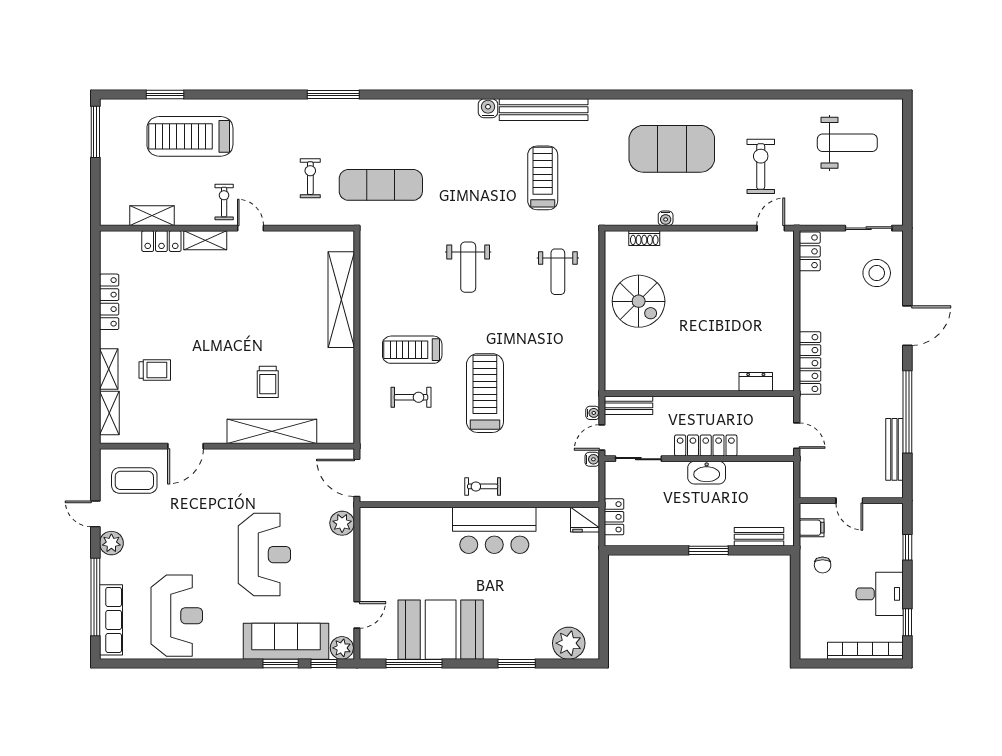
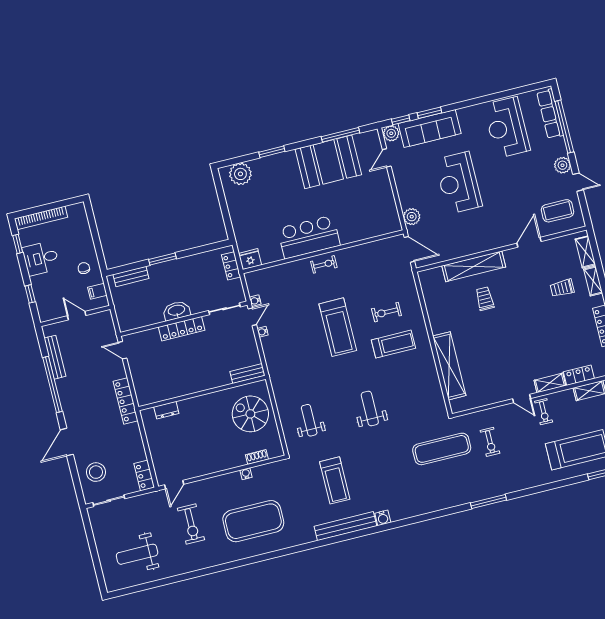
dresser: (756, 382) -> (166, 410), moved
wall: (699, 394) -> (202, 393), moved
bench: (629, 405) -> (247, 373), moved

